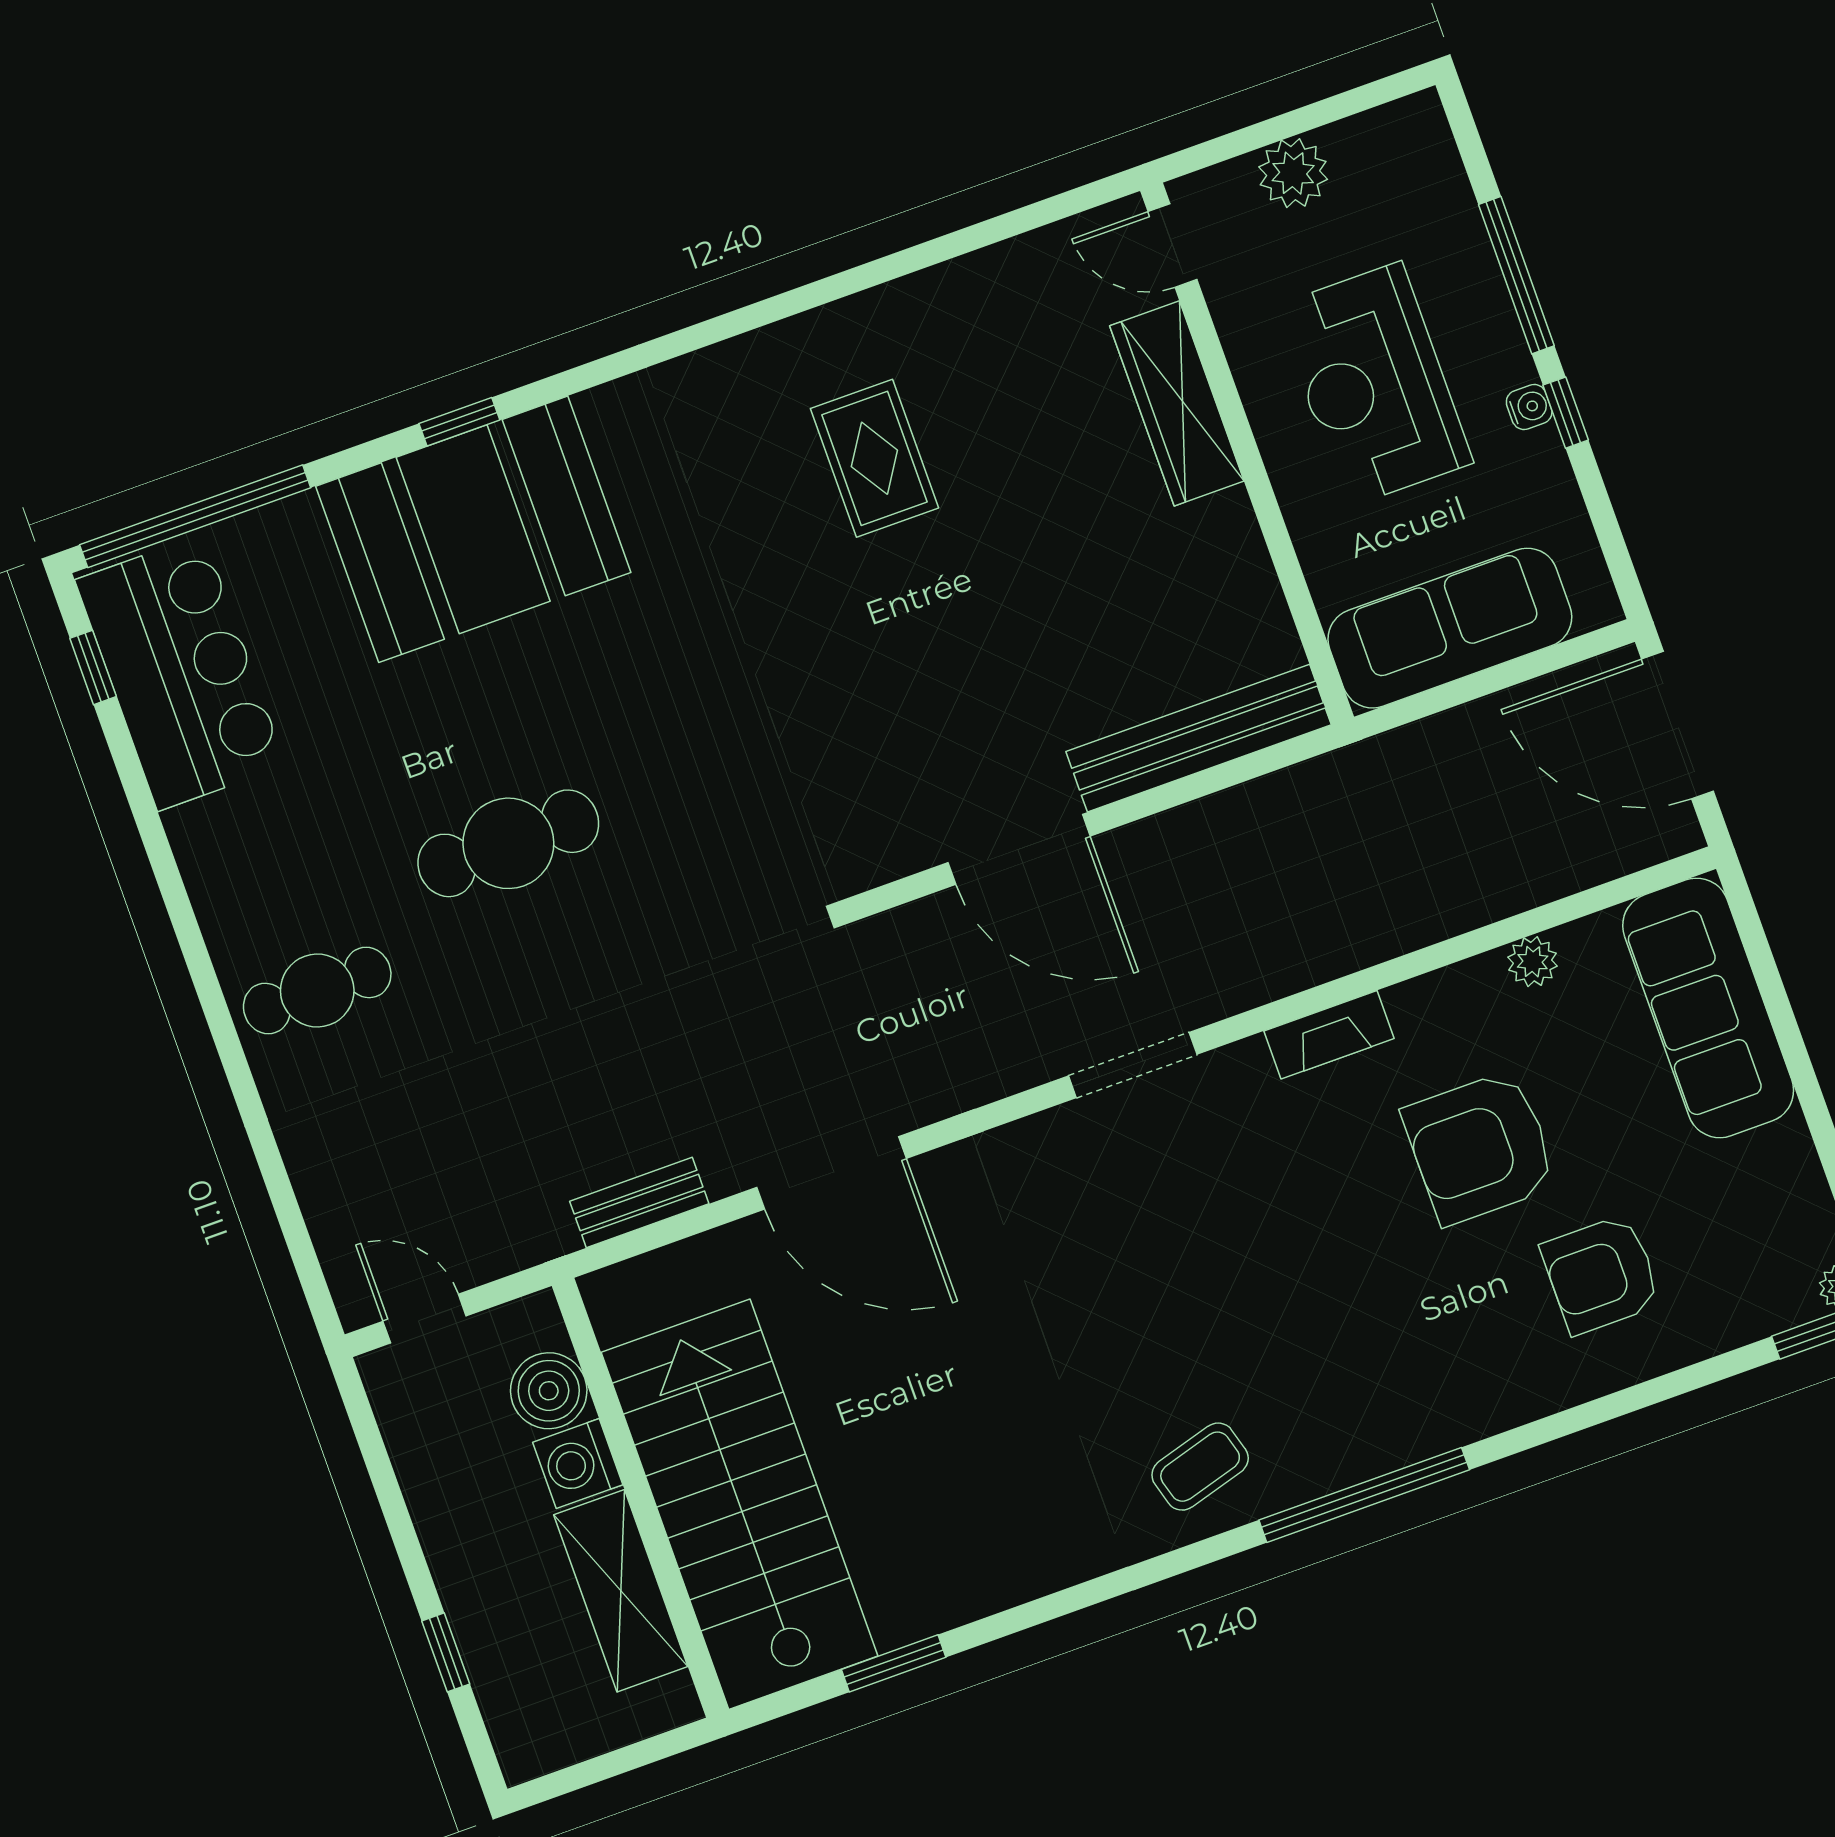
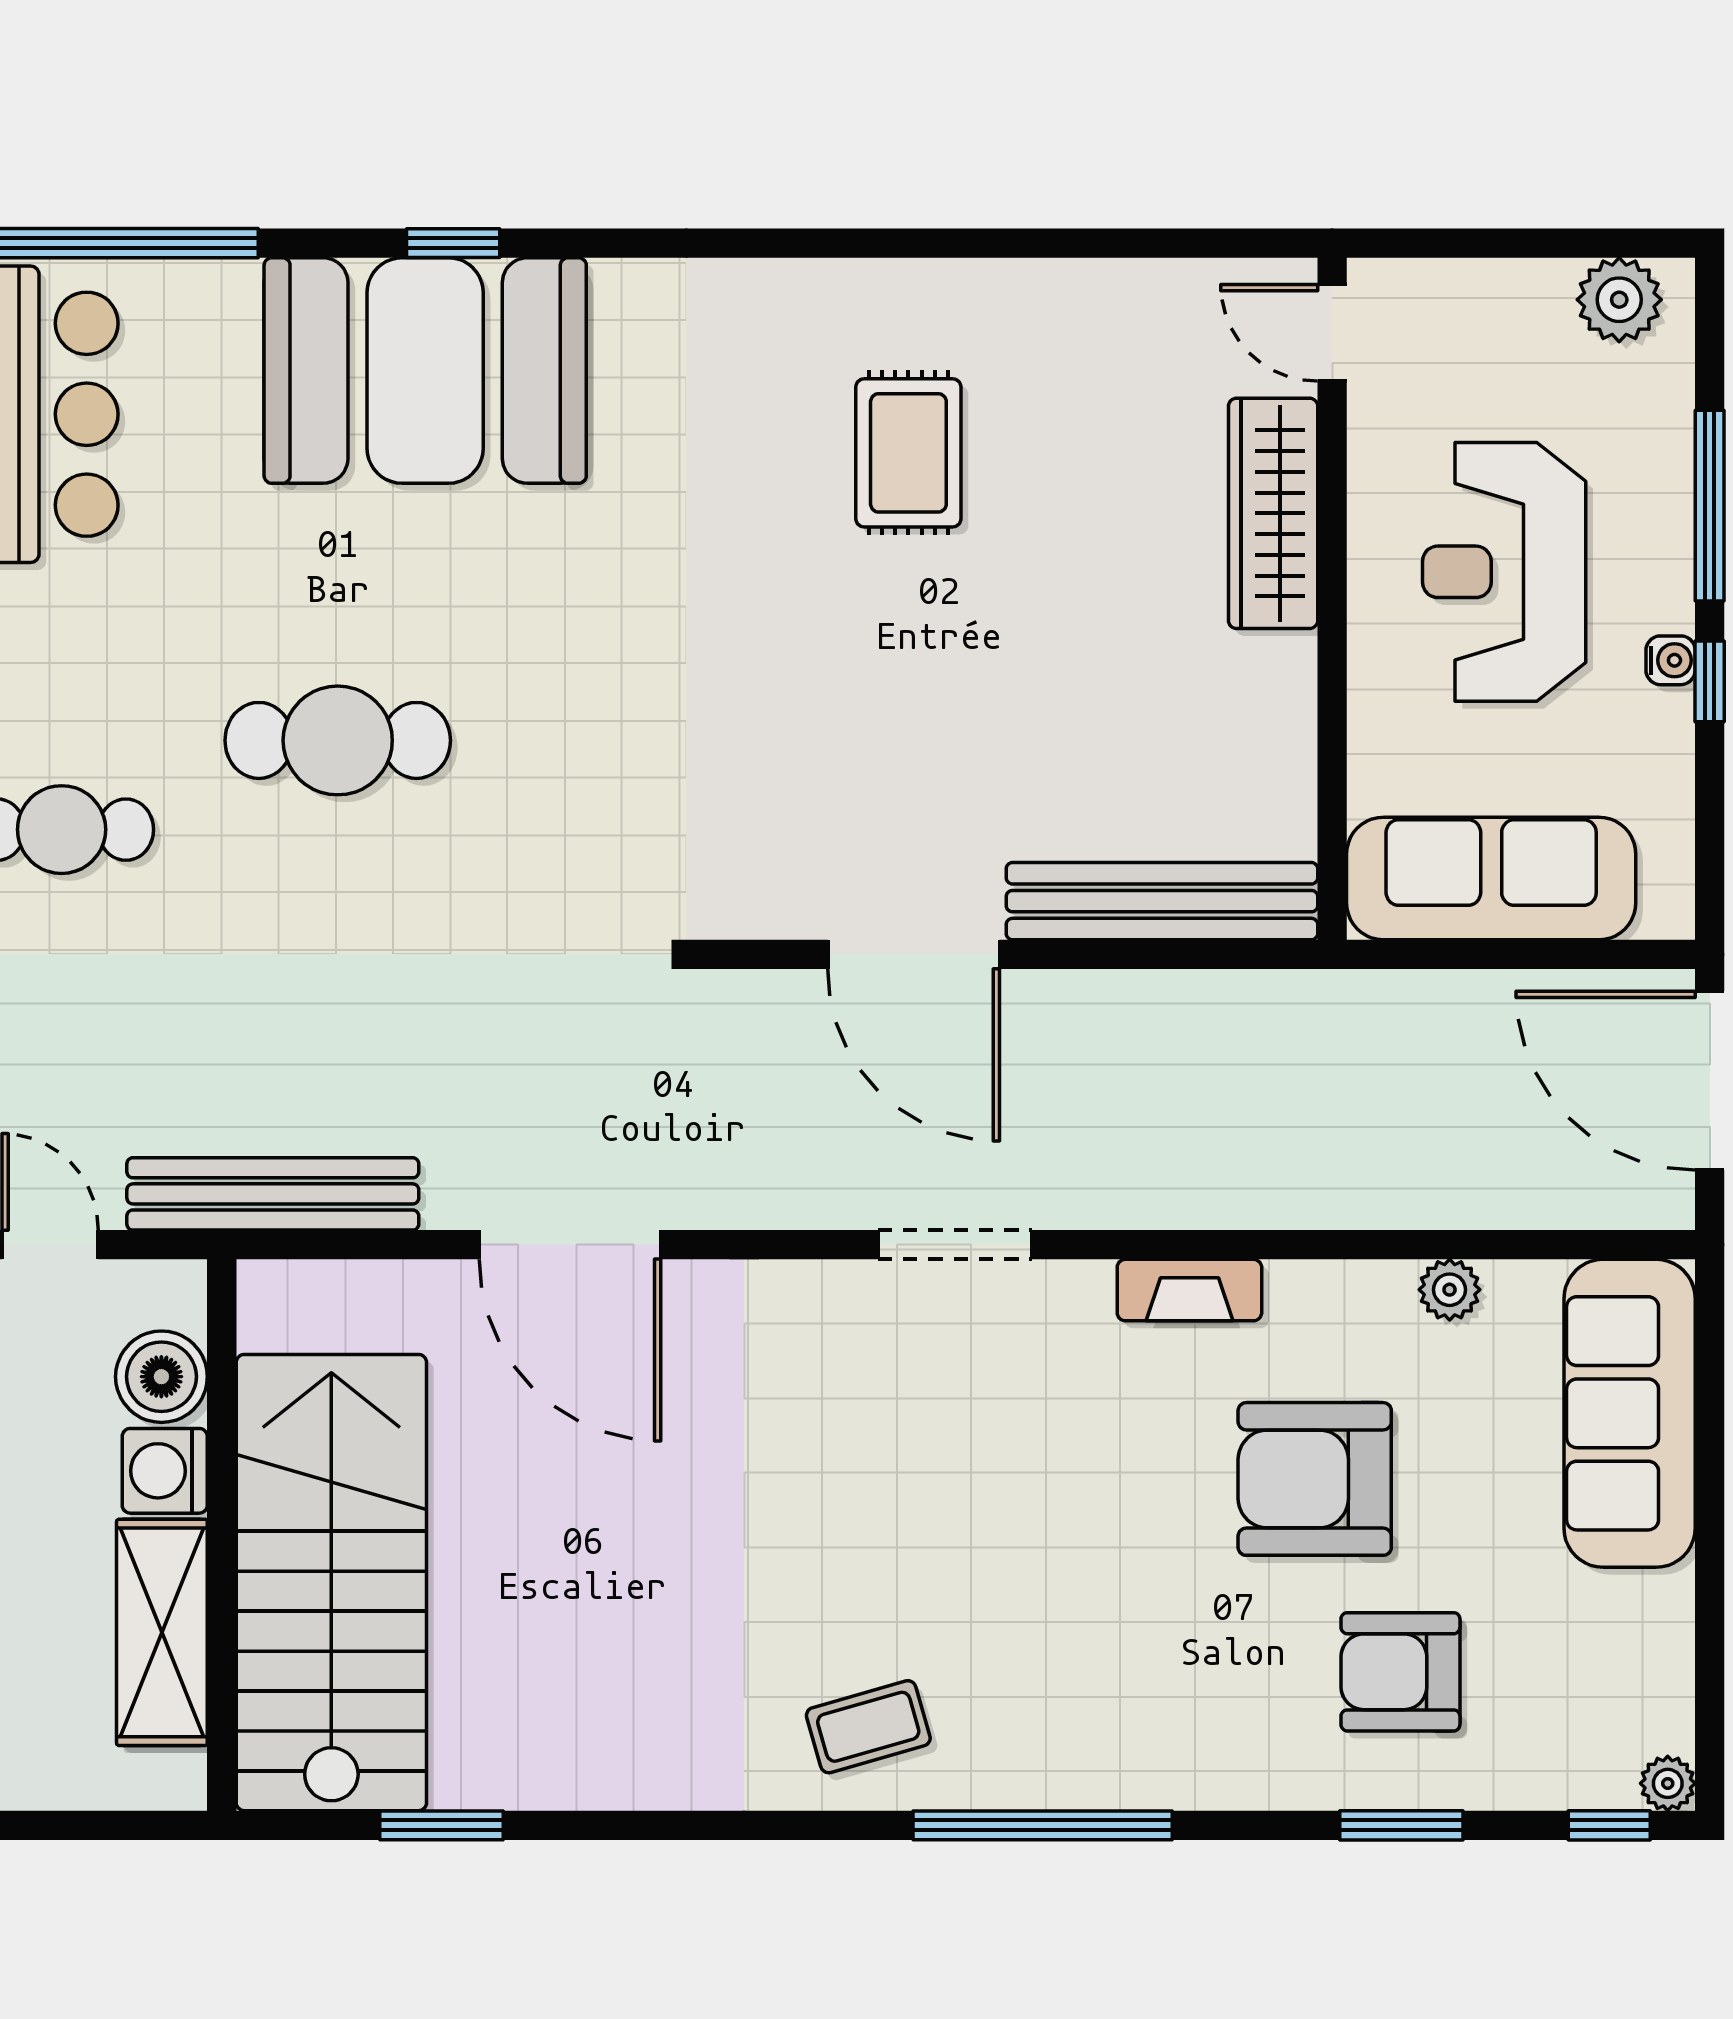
plant: (1293, 173) -> (1619, 300), moved
bench: (639, 1202) -> (273, 1194), width x1.86, depth x1.21
window: (1645, 1394) -> (1401, 1825), added

